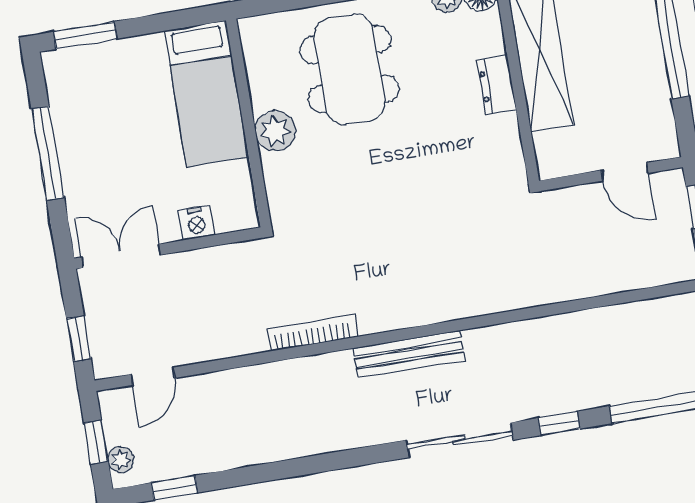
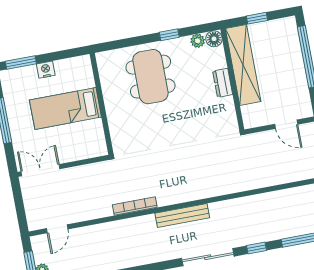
bed: (206, 94) -> (65, 108), moved, turned 90
plant: (275, 131) -> (115, 108), removed
nightstand: (196, 223) -> (46, 70), moved, turned 180
window: (79, 339) -> (20, 211), removed

